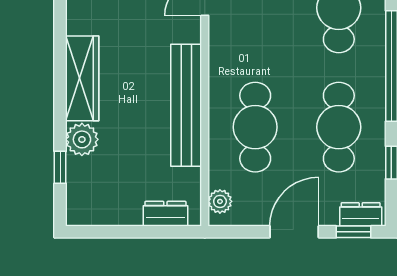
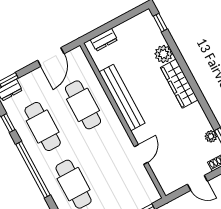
window: (60, 167) -> (160, 23), moved
plant: (220, 201) -> (81, 60), removed
door: (294, 232) -> (51, 57), moved

